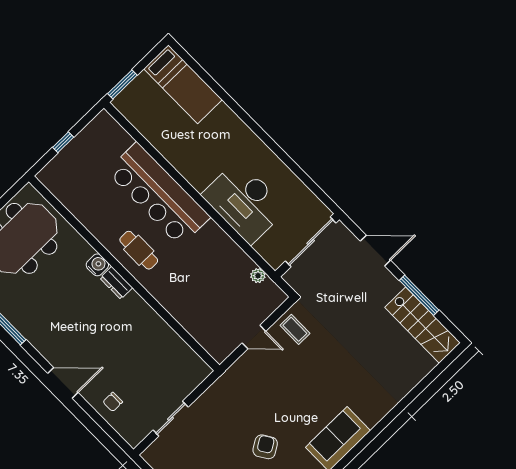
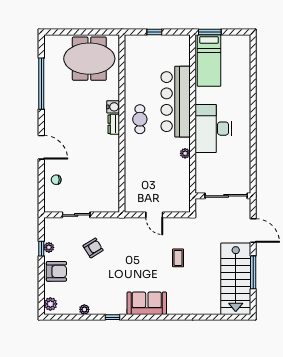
bed: (183, 84) -> (209, 60), moved
desk: (244, 202) -> (213, 129), moved
plant: (258, 276) -> (185, 153), moved
stairs: (422, 325) -> (236, 279), width x1.36, depth x1.51
coffee table: (295, 329) -> (178, 258), moved
armchair: (265, 447) -> (93, 248), moved

